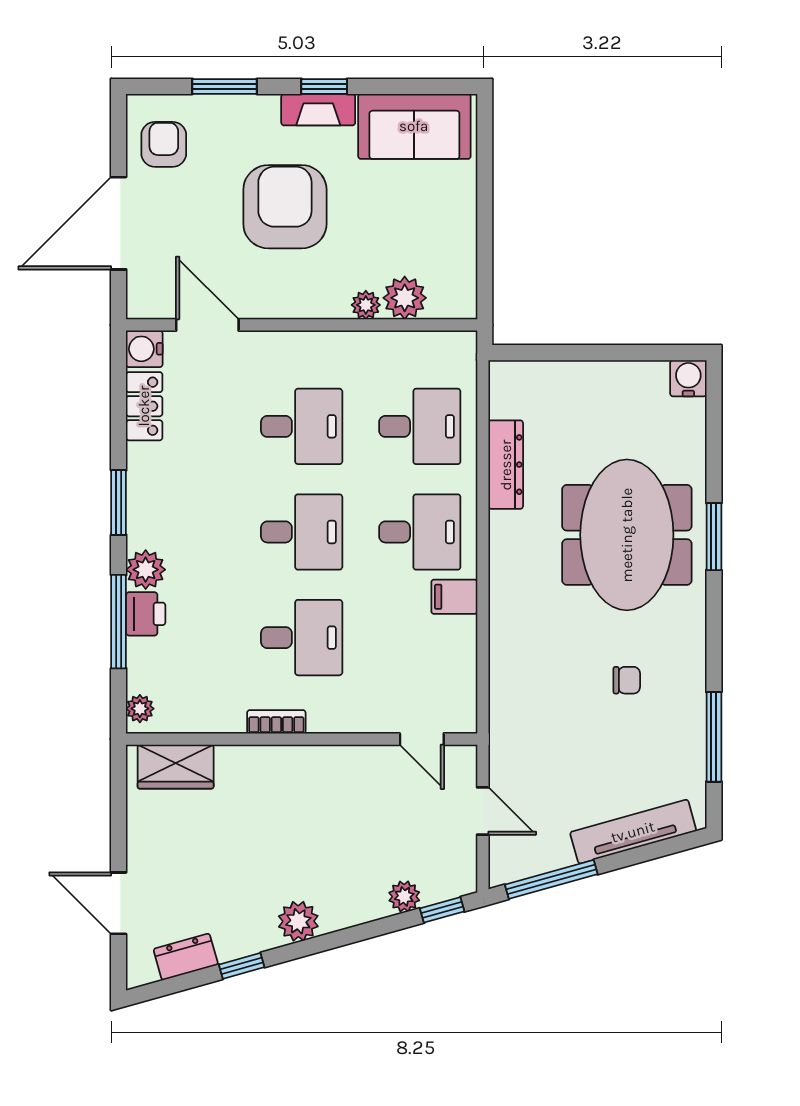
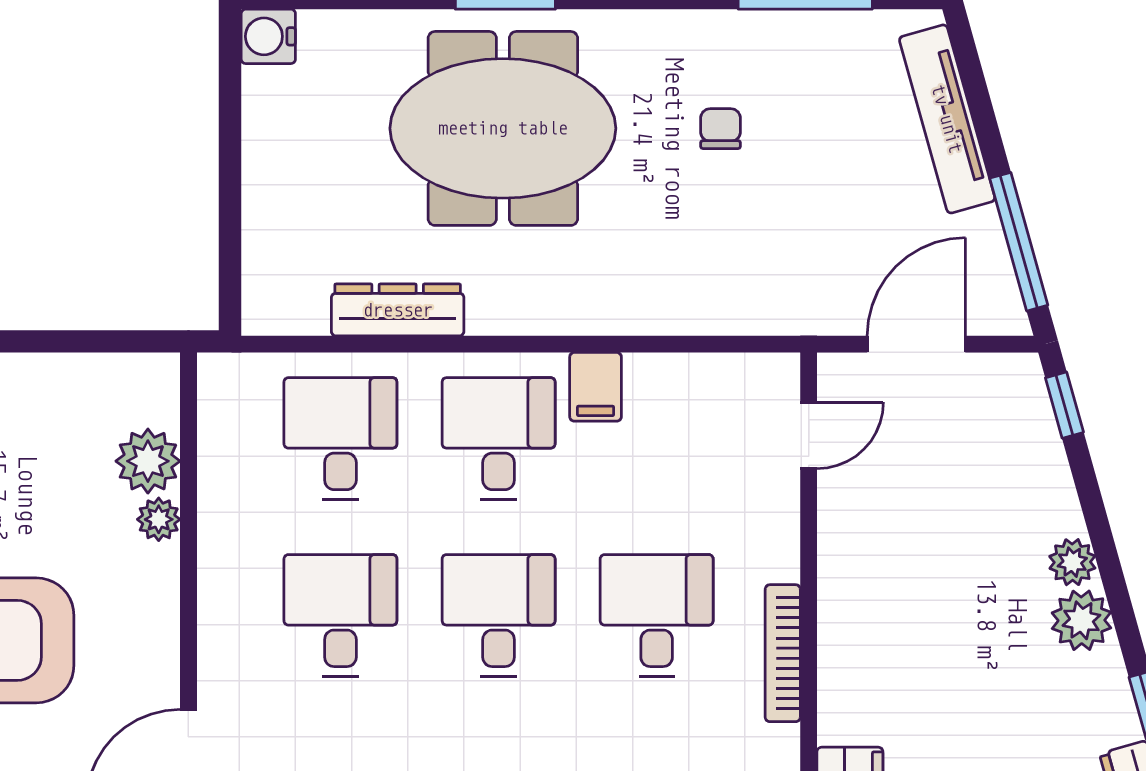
bookcase: (276, 722) -> (783, 653), width x1.56
door: (483, 811) -> (916, 344), width x1.37
plant: (404, 896) -> (1072, 562), moved

